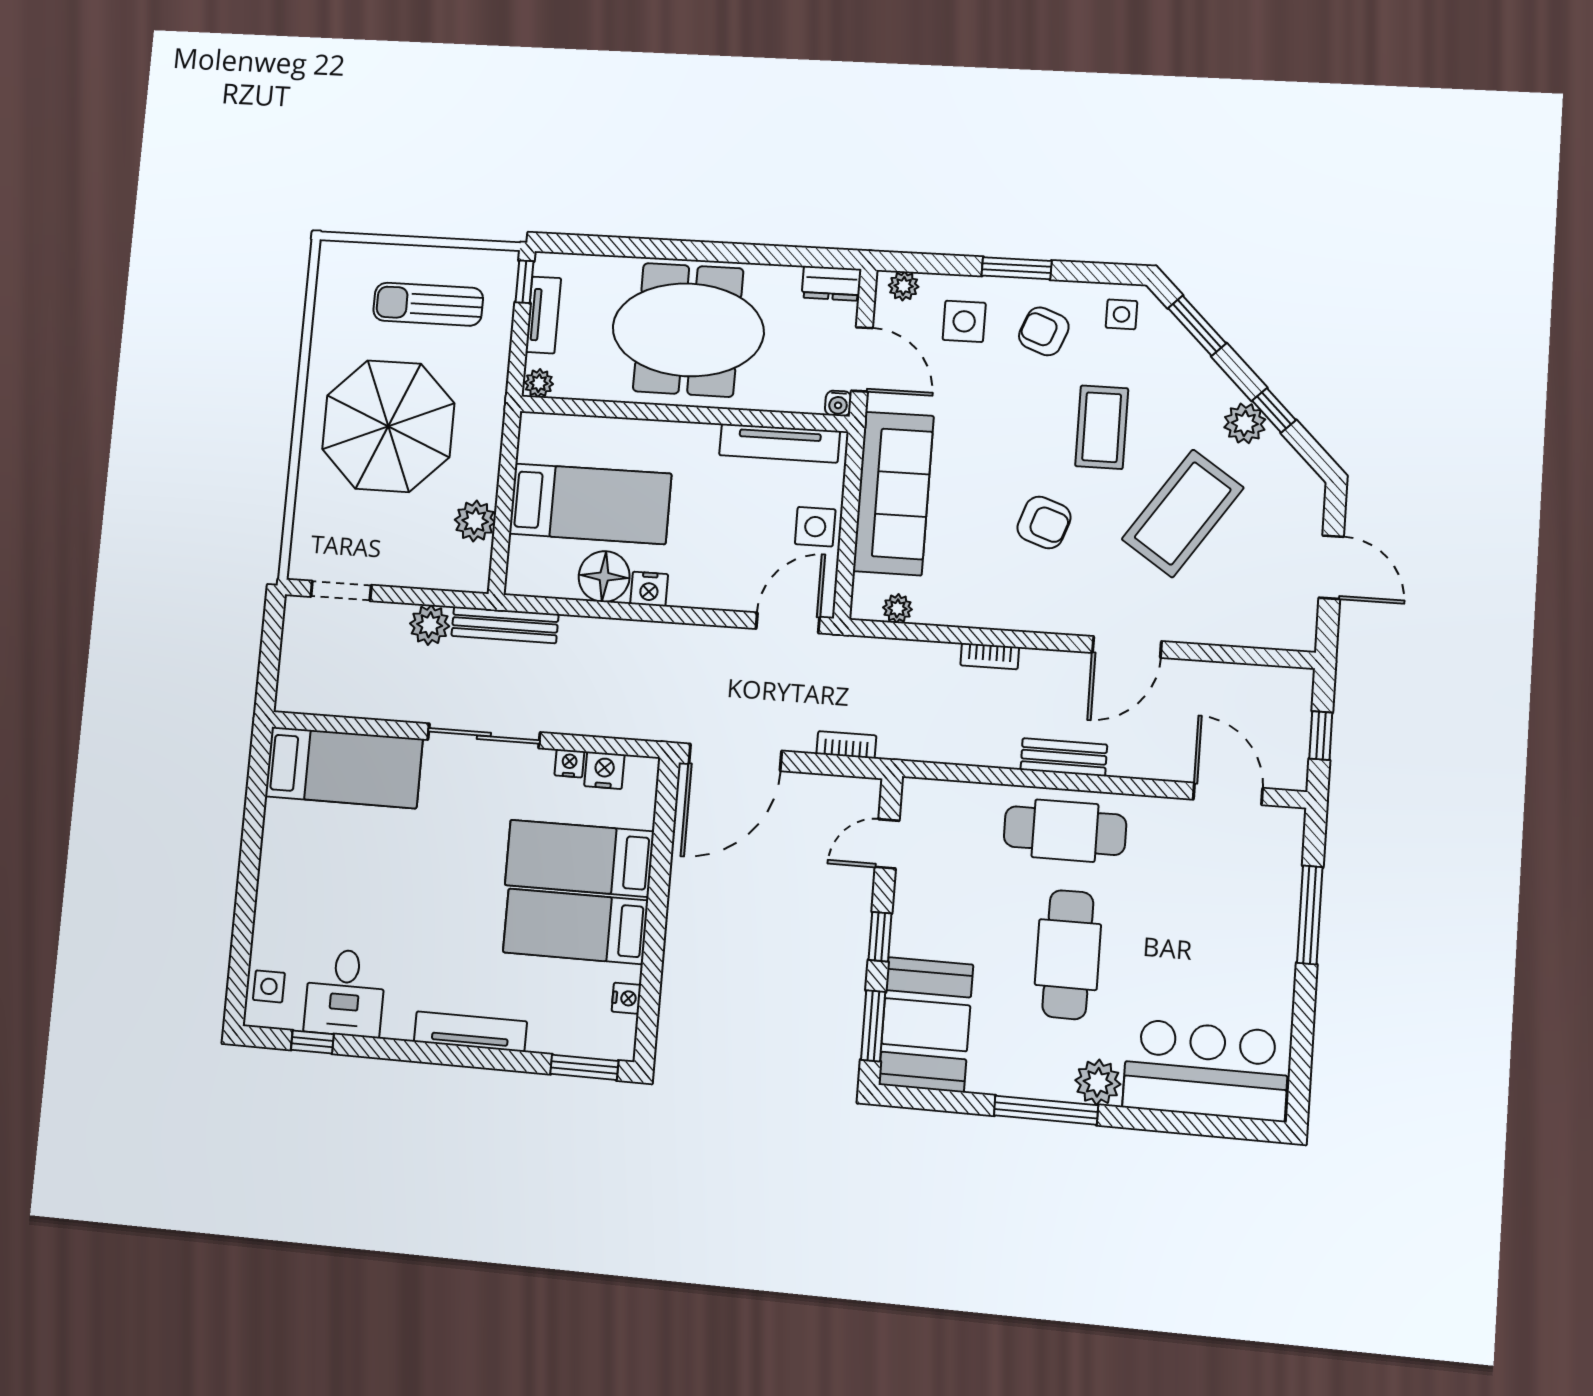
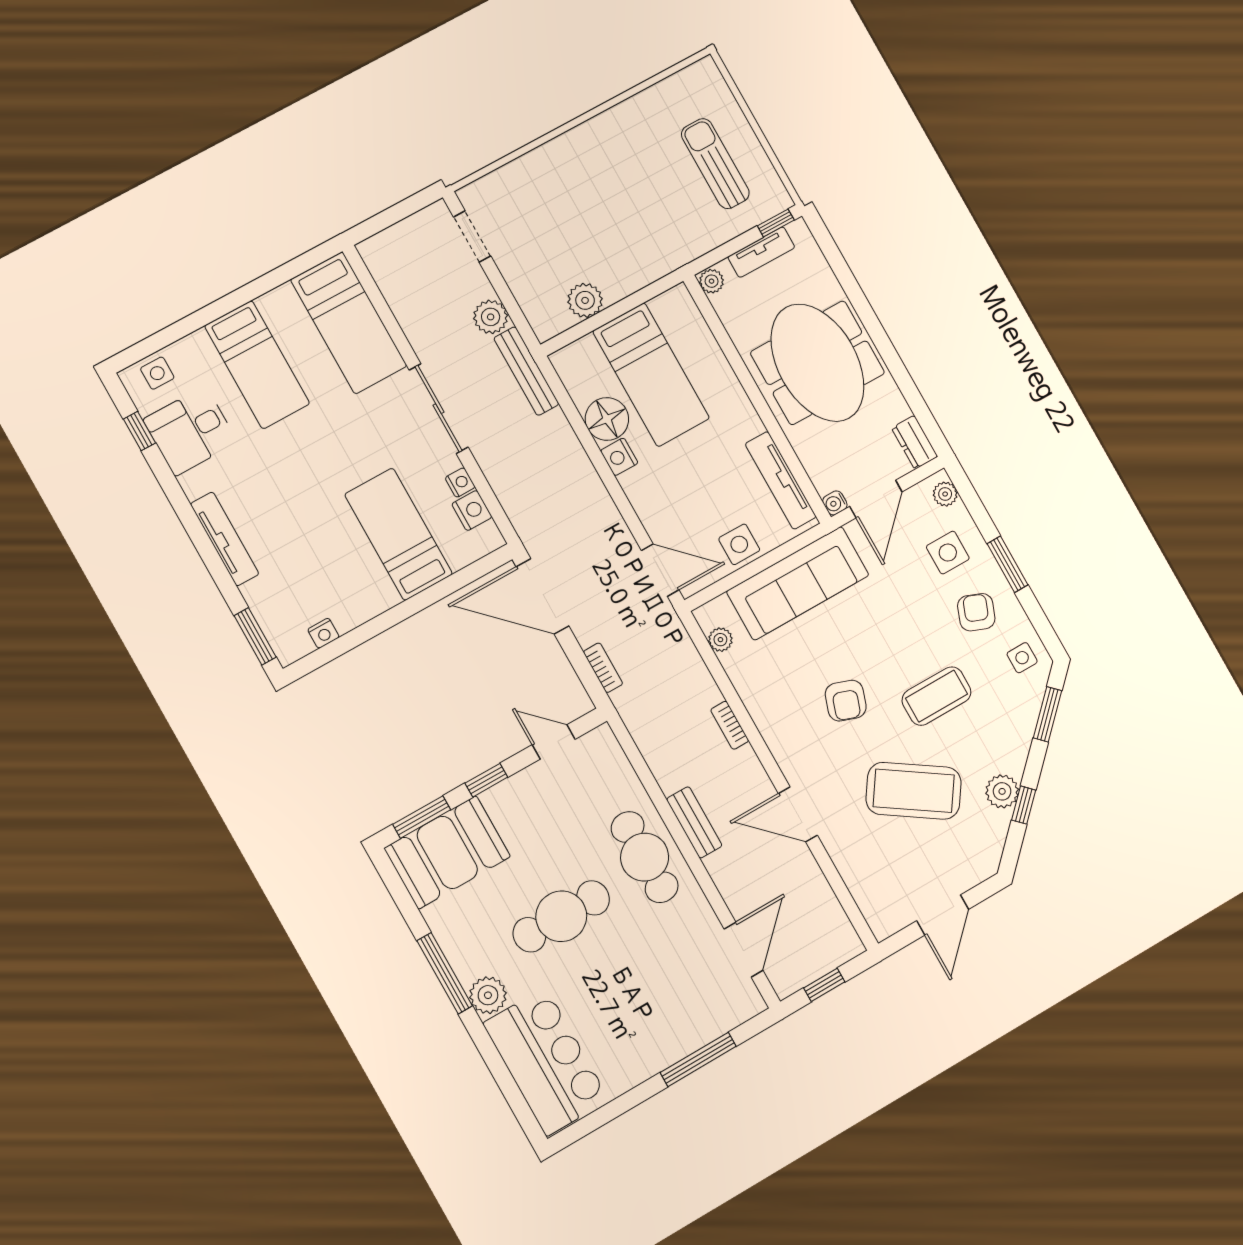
parasol: (388, 426) -> (611, 192), removed
bed: (575, 926) -> (257, 365), moved, turned 180

